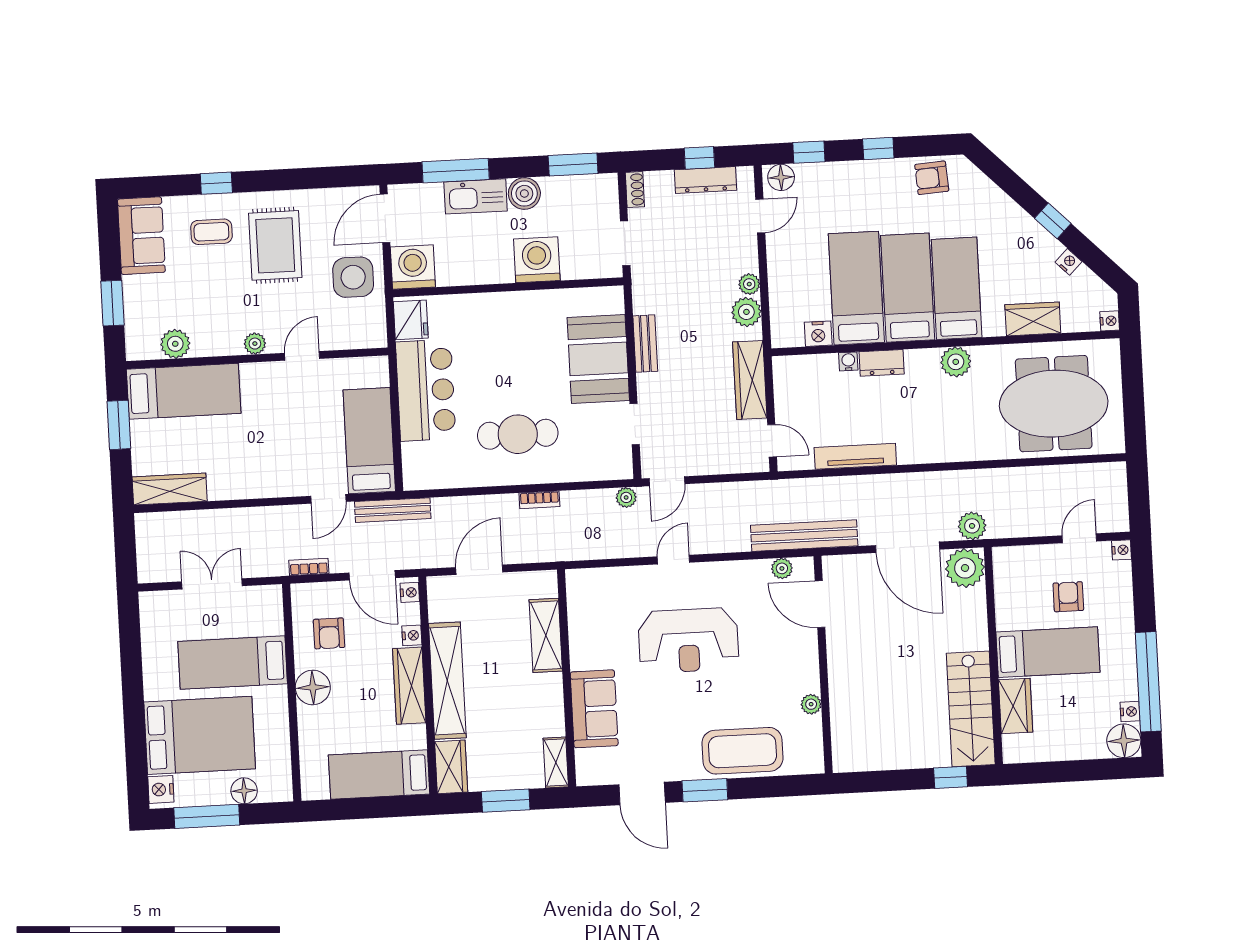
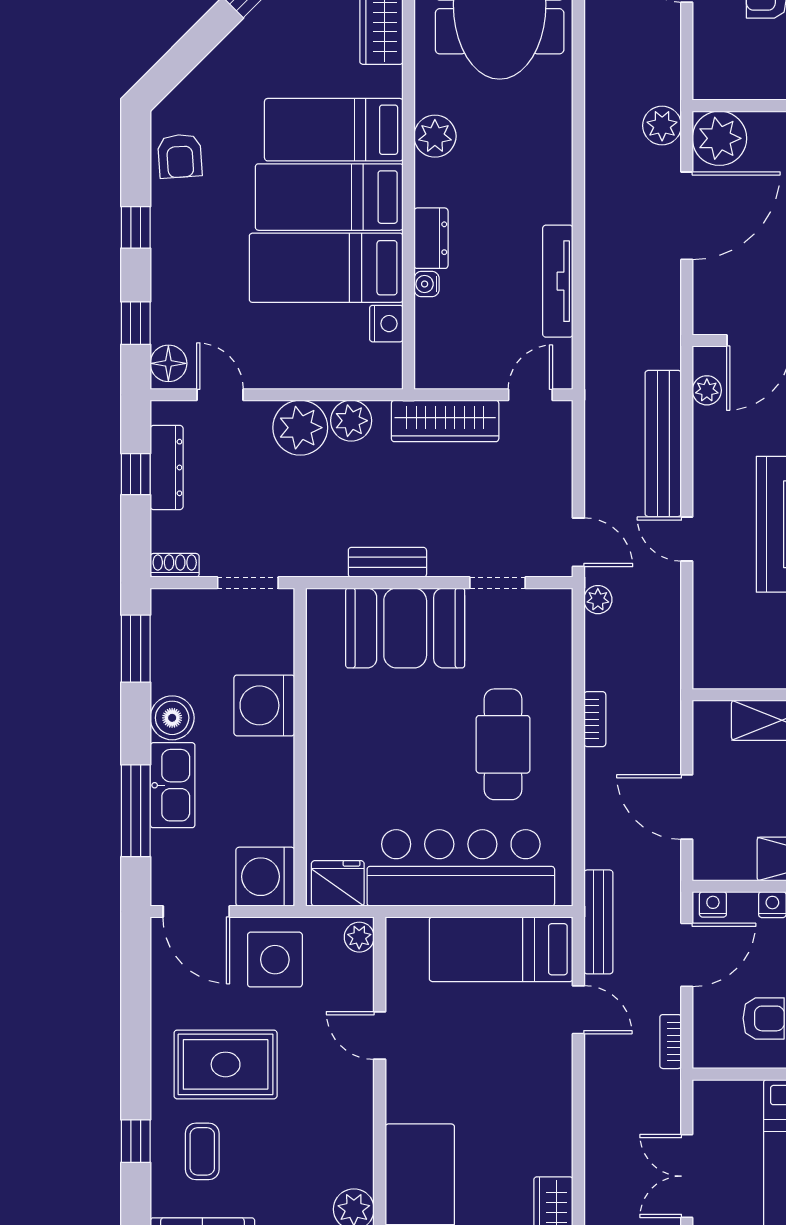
plant: (749, 284) -> (300, 428), width x1.87, depth x1.87
plant: (255, 344) -> (359, 937), moved
bar counter: (426, 390) -> (461, 868), width x1.36
bench: (804, 536) -> (663, 443), moved

